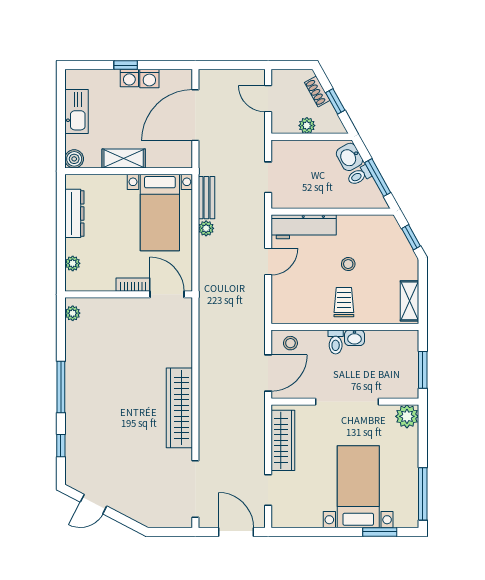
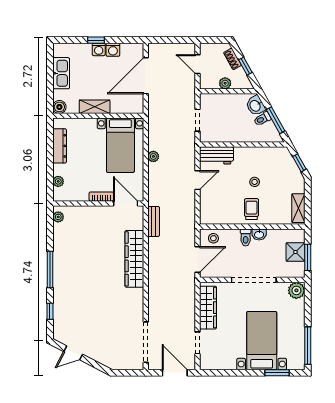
bench: (206, 198) -> (154, 221), moved
workbench: (304, 227) -> (216, 155), width x0.73
shower: (406, 362) -> (295, 252), added
wardrobe: (179, 408) -> (134, 259), moved

